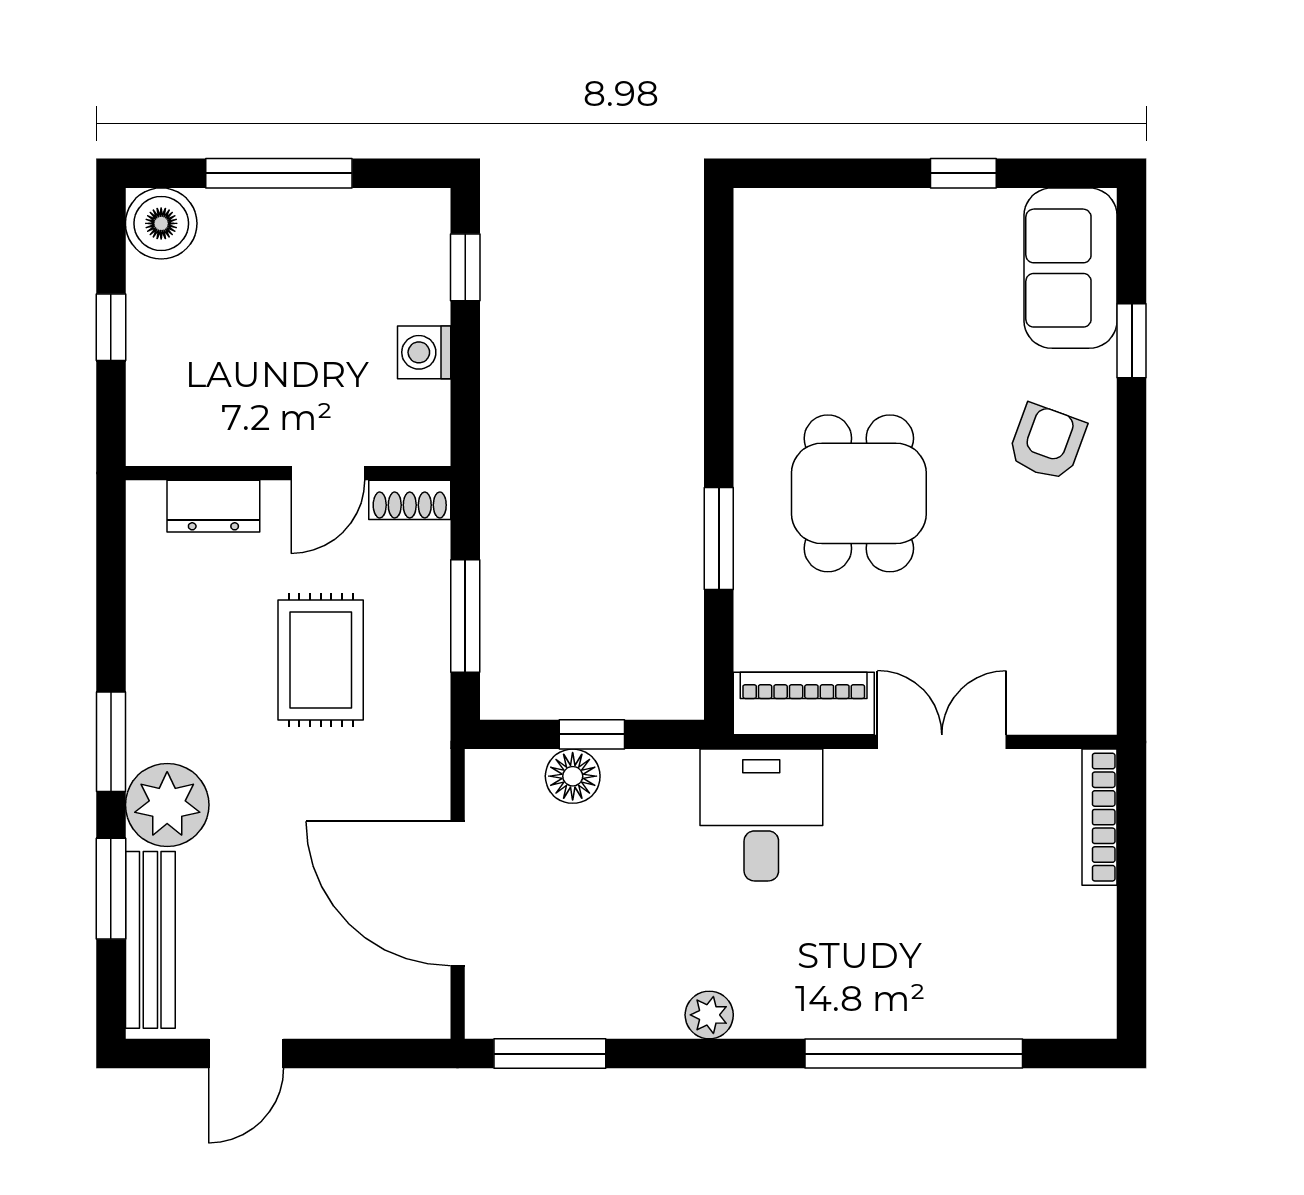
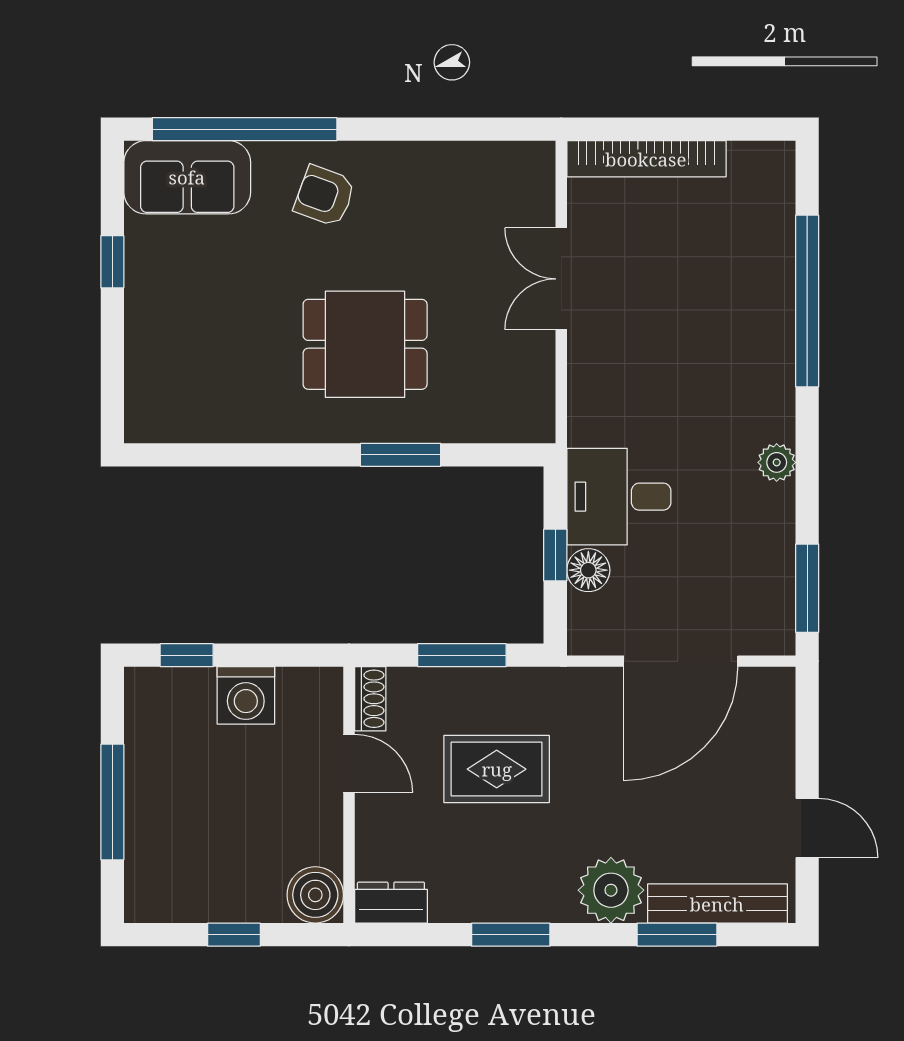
boiler: (161, 223) -> (315, 895), moved
window: (1132, 341) -> (245, 129), width x3.17
washing machine: (424, 352) -> (246, 695), width x1.38, depth x1.38
dresser: (213, 506) -> (391, 903), moved, turned -90
piano: (804, 704) -> (531, 388), removed
window: (111, 742) -> (511, 935), moved
desk: (761, 815) -> (619, 497), moved
bookcase: (1100, 817) -> (646, 159), width x1.48, depth x1.31

